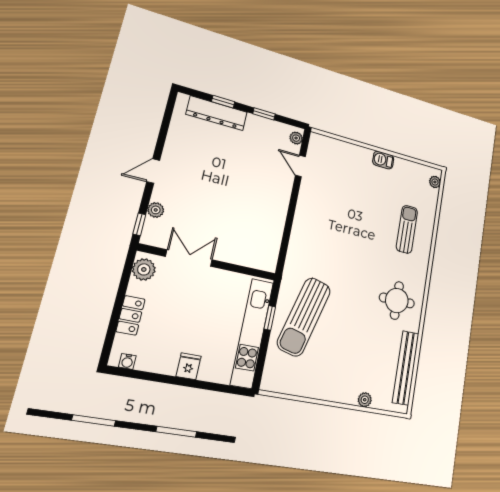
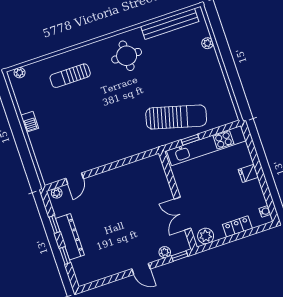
dresser: (217, 113) -> (70, 237), moved

